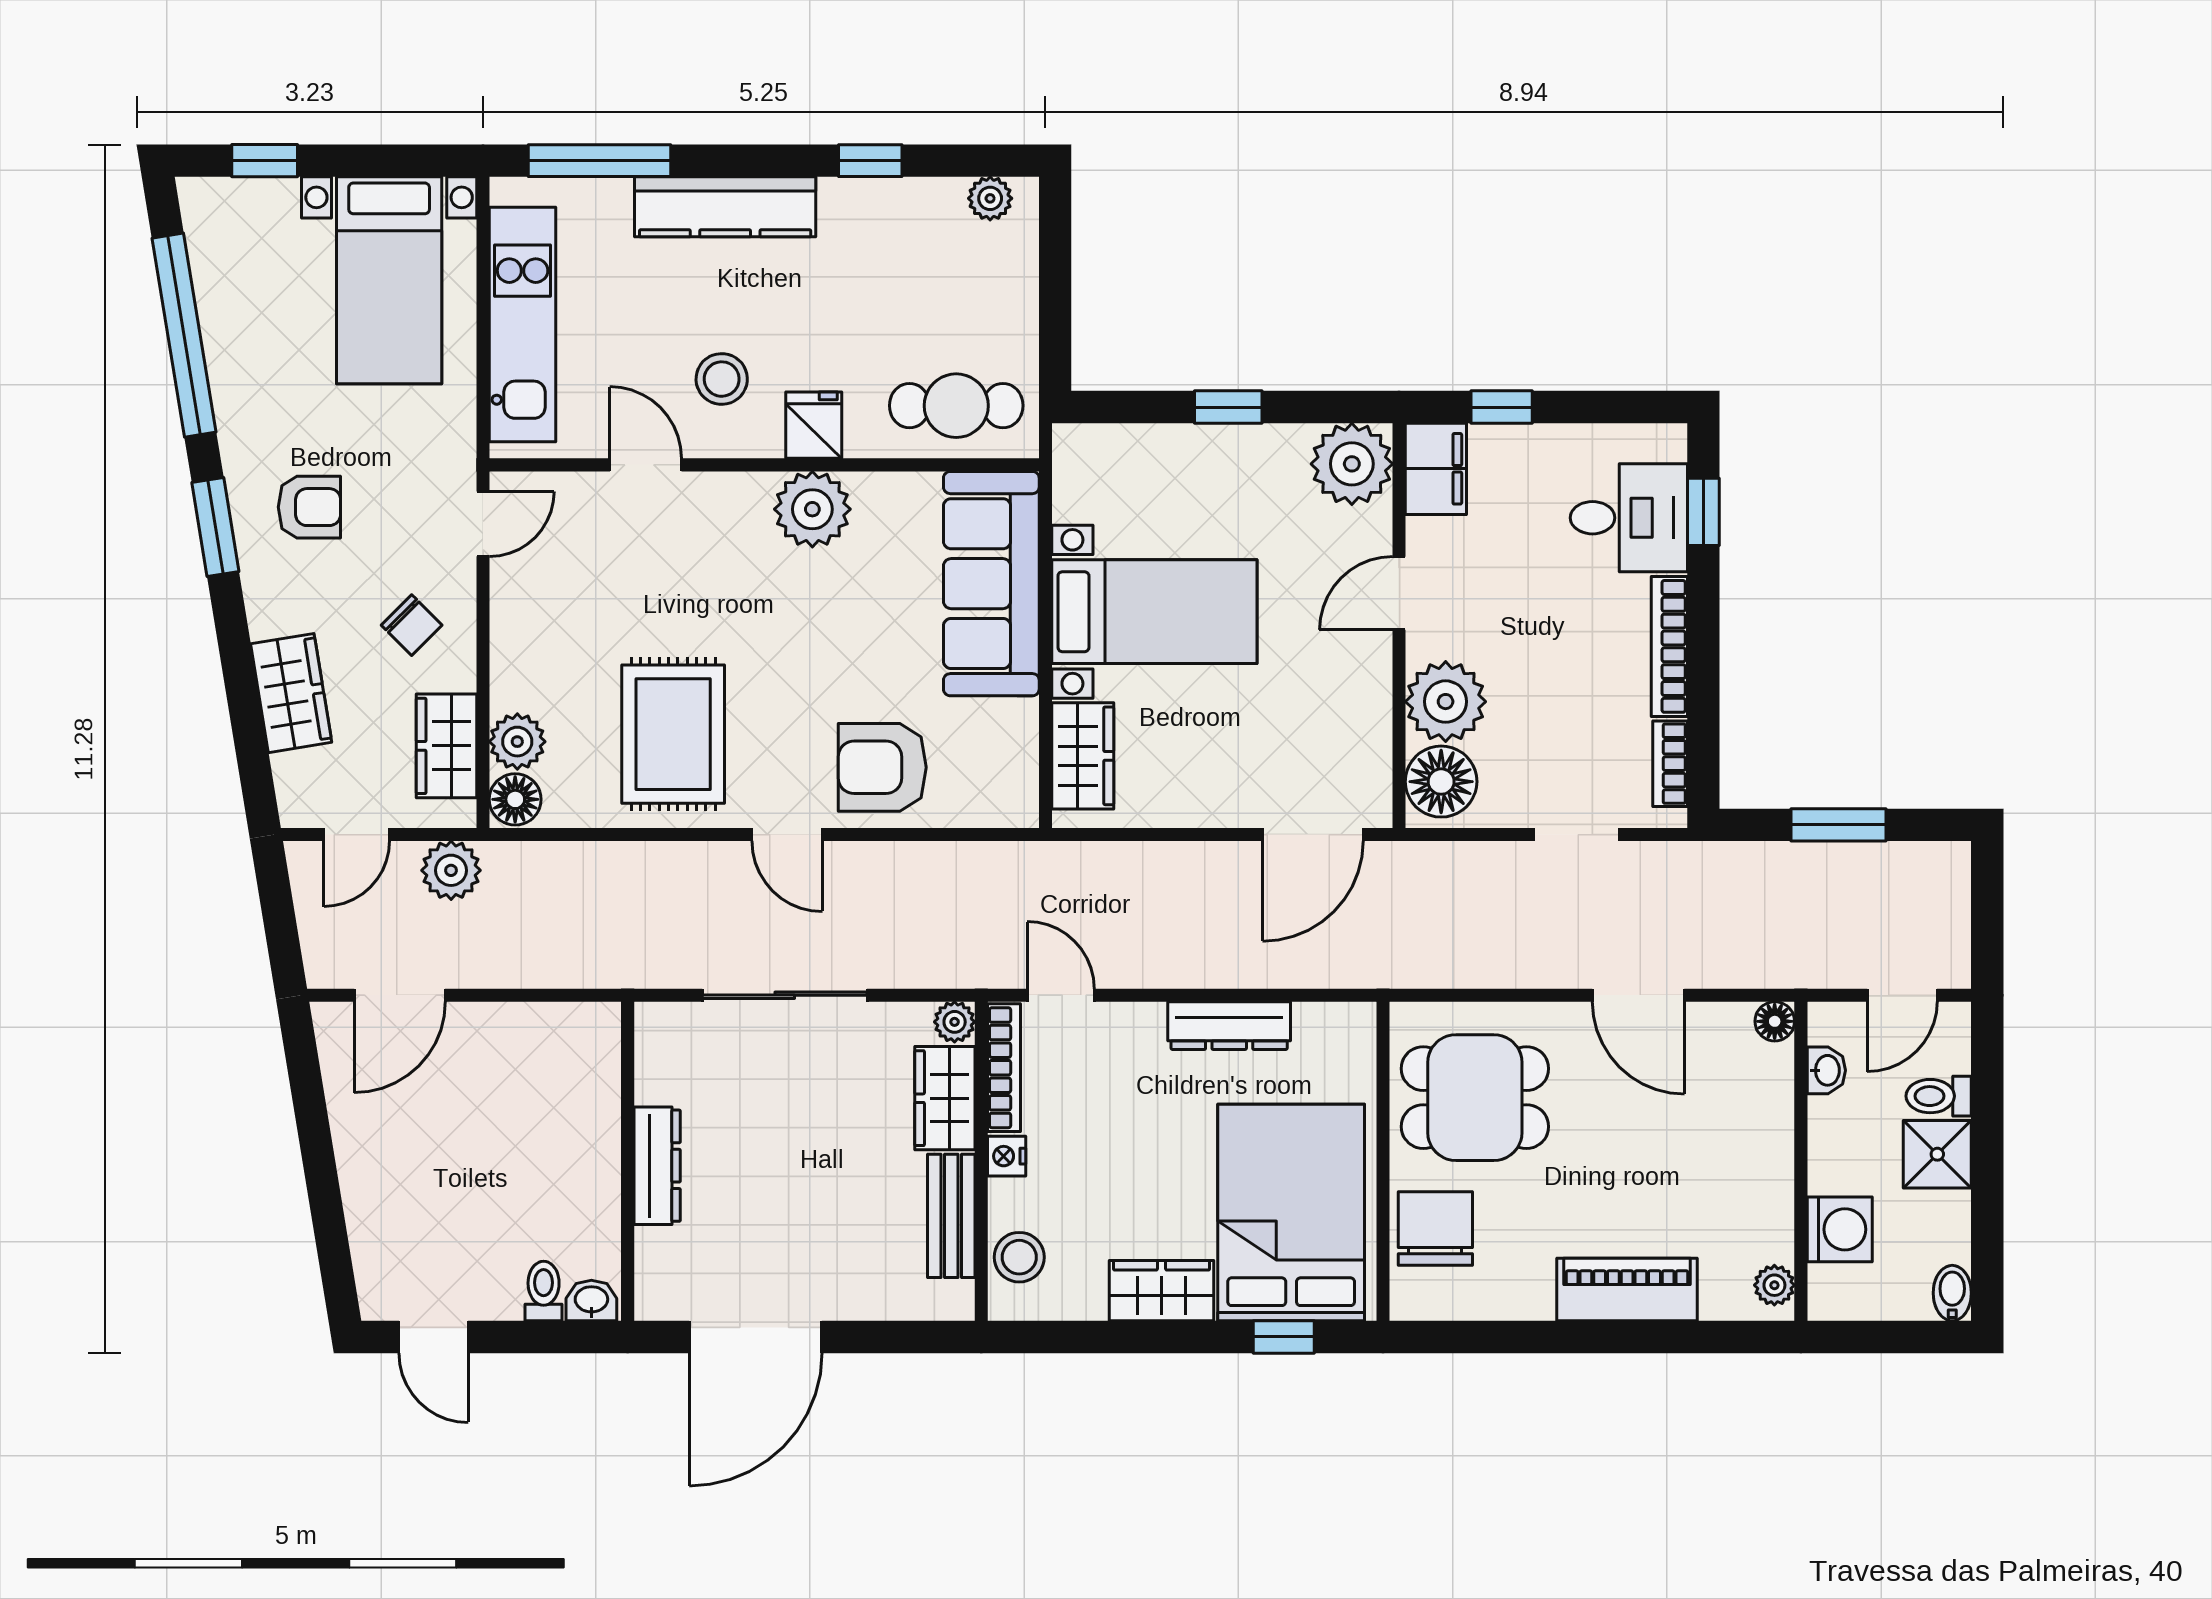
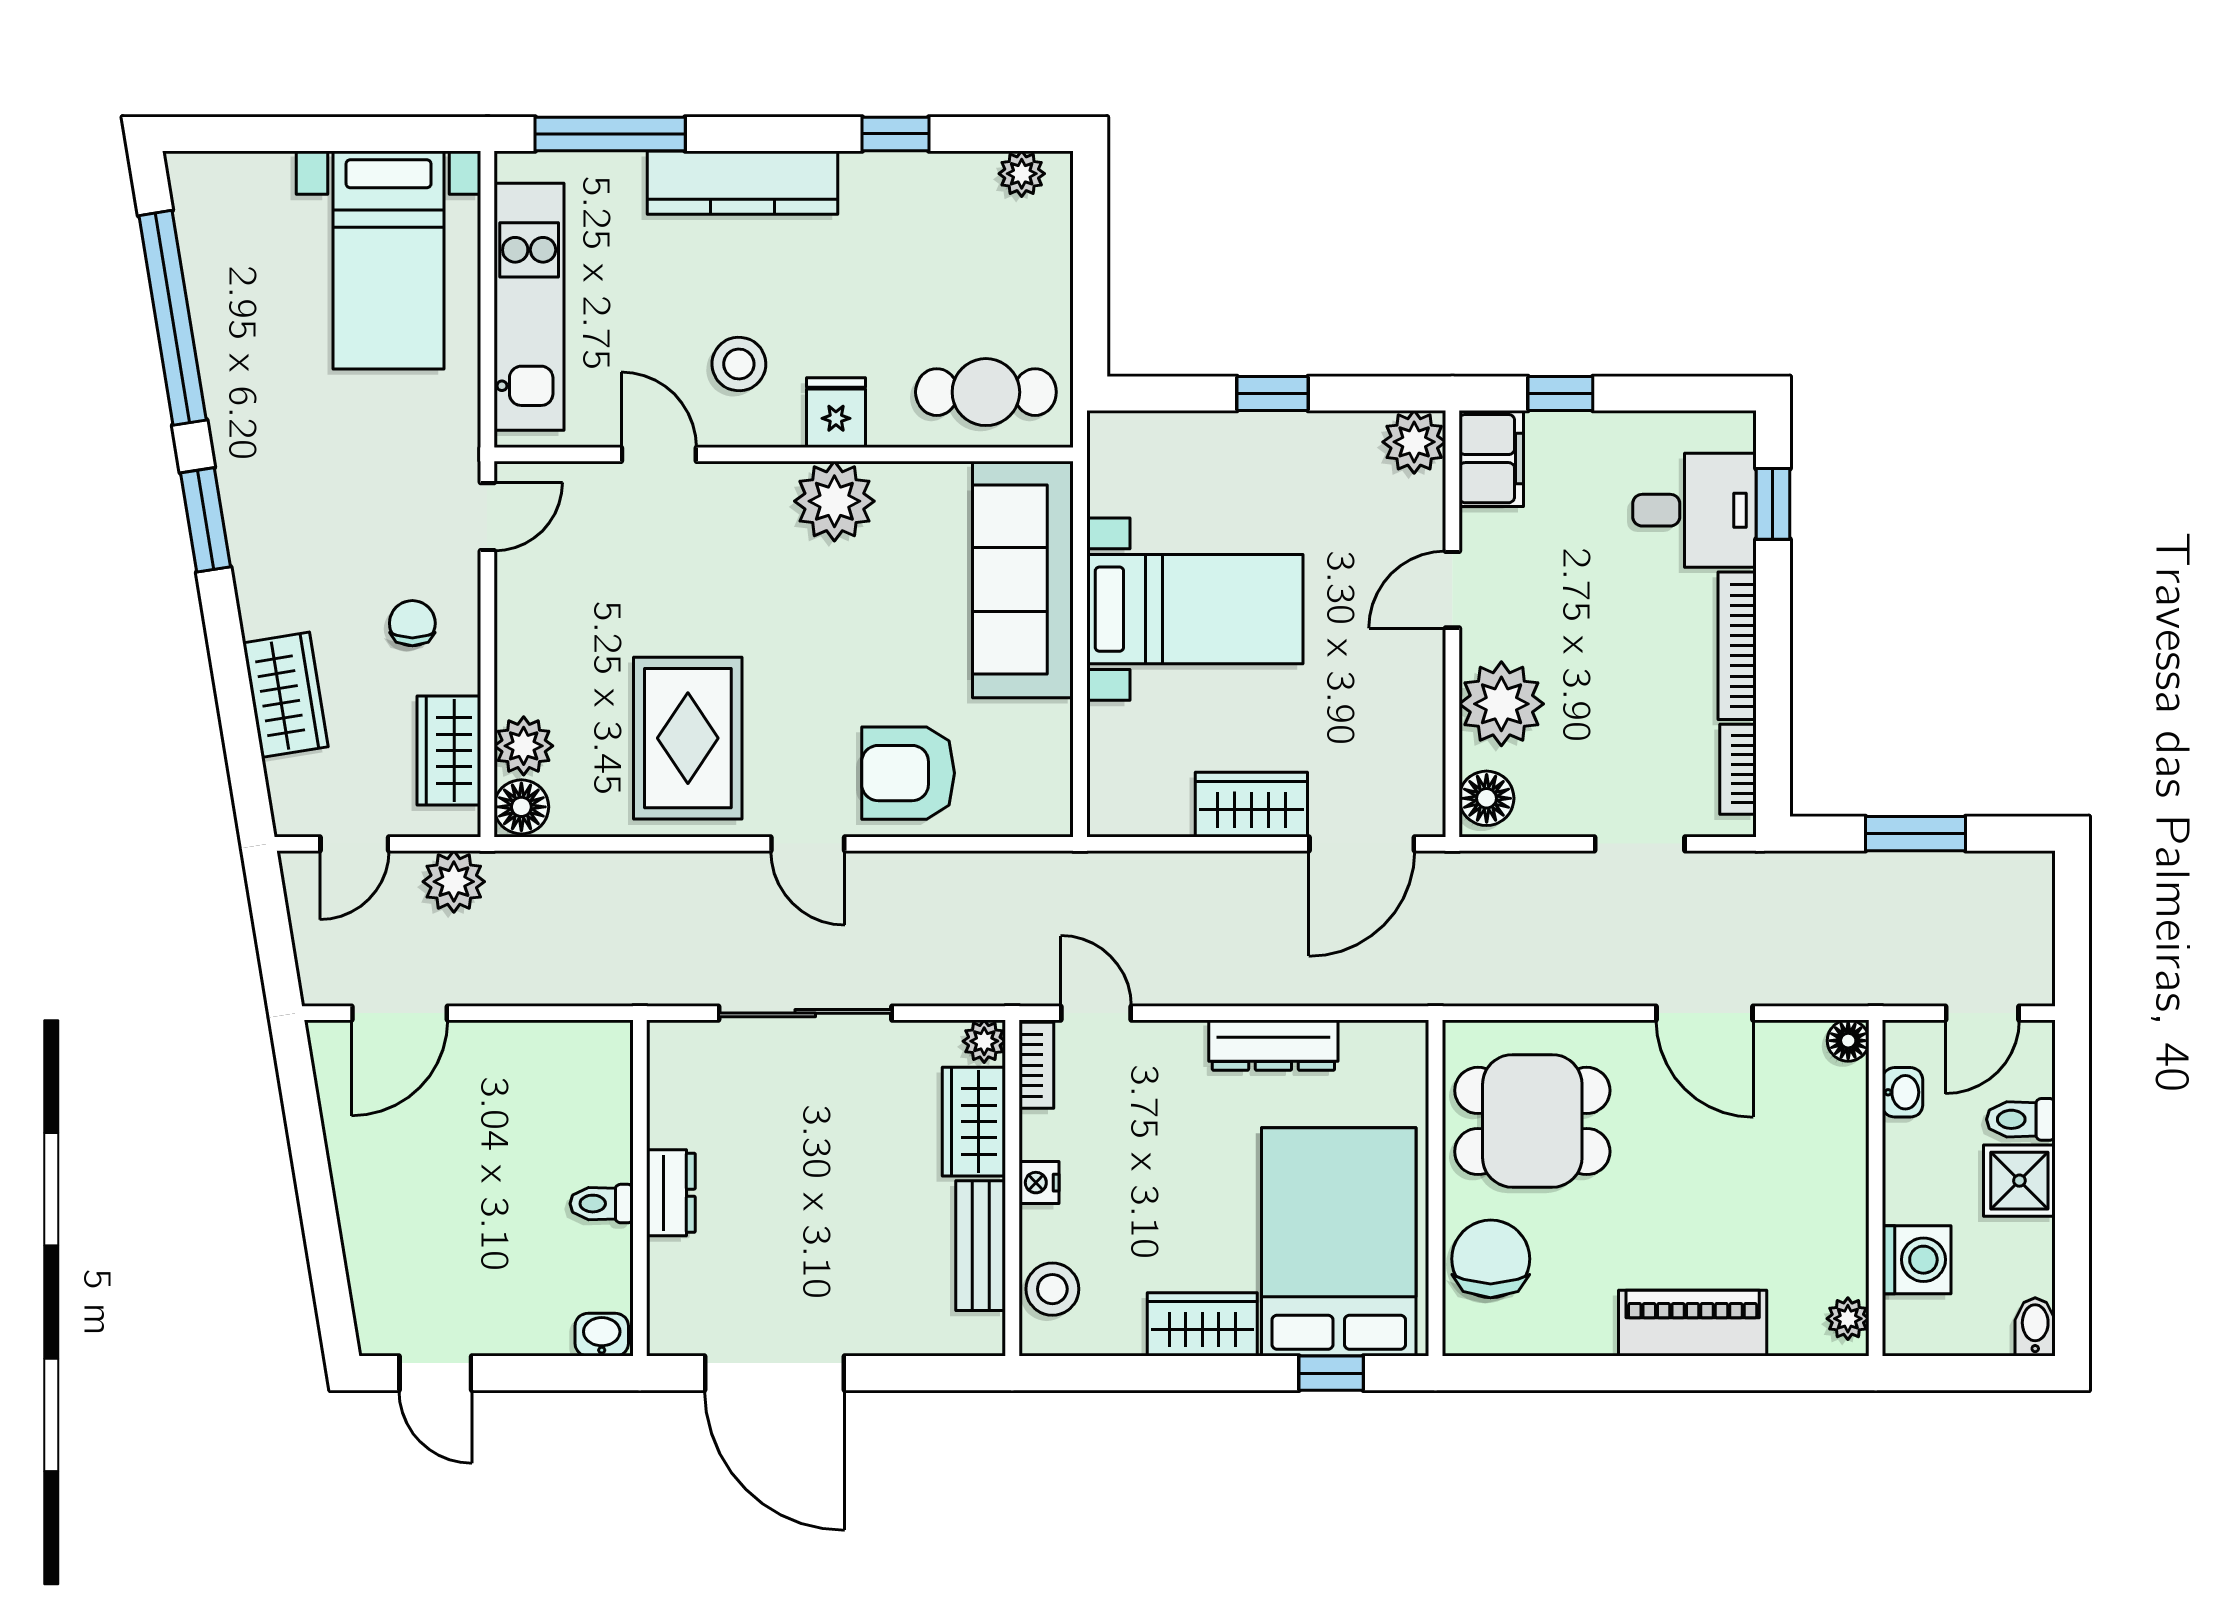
window: (265, 161) -> (257, 134), removed
plant: (1352, 464) -> (1414, 442), width x0.73, depth x0.73
armchair: (309, 507) -> (305, 499), removed
chair: (412, 625) -> (412, 623), turned -135
wardrobe: (1083, 756) -> (1251, 805), moved, turned -90
floor lamp: (1441, 782) -> (1487, 798), width x0.73, depth x0.73
bookcase: (1004, 1068) -> (1036, 1065), width x0.64
dresser: (657, 1166) -> (671, 1193), width x0.70
toilet: (544, 1291) -> (602, 1204), moved, turned -90
door: (755, 1337) -> (775, 1373), hinge flipped

